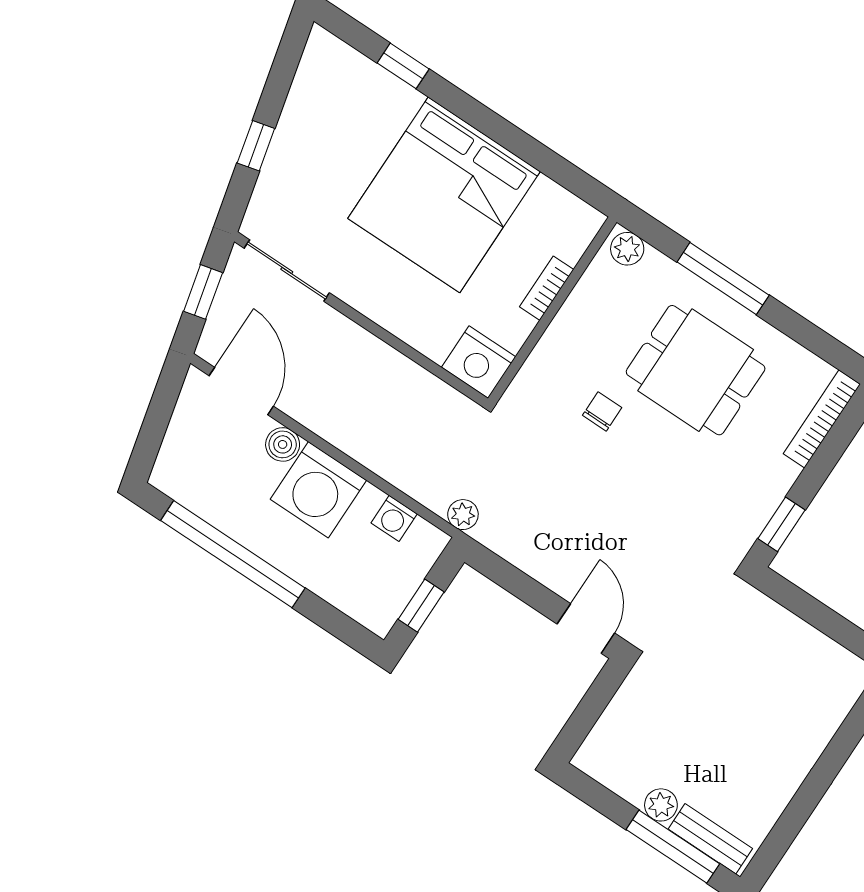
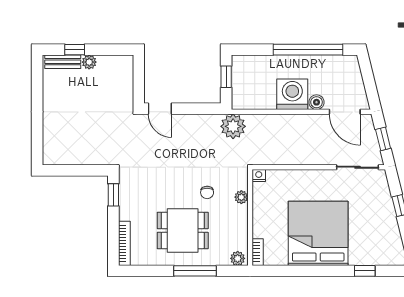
bookcase: (547, 288) -> (258, 252), moved
plant: (543, 360) -> (241, 197), added
nightstand: (479, 362) -> (259, 176), width x0.53, depth x0.56
plant: (463, 515) -> (233, 126), width x1.88, depth x1.88
washing machine: (394, 518) -> (257, 102), removed
window: (673, 847) -> (75, 50), width x0.46

